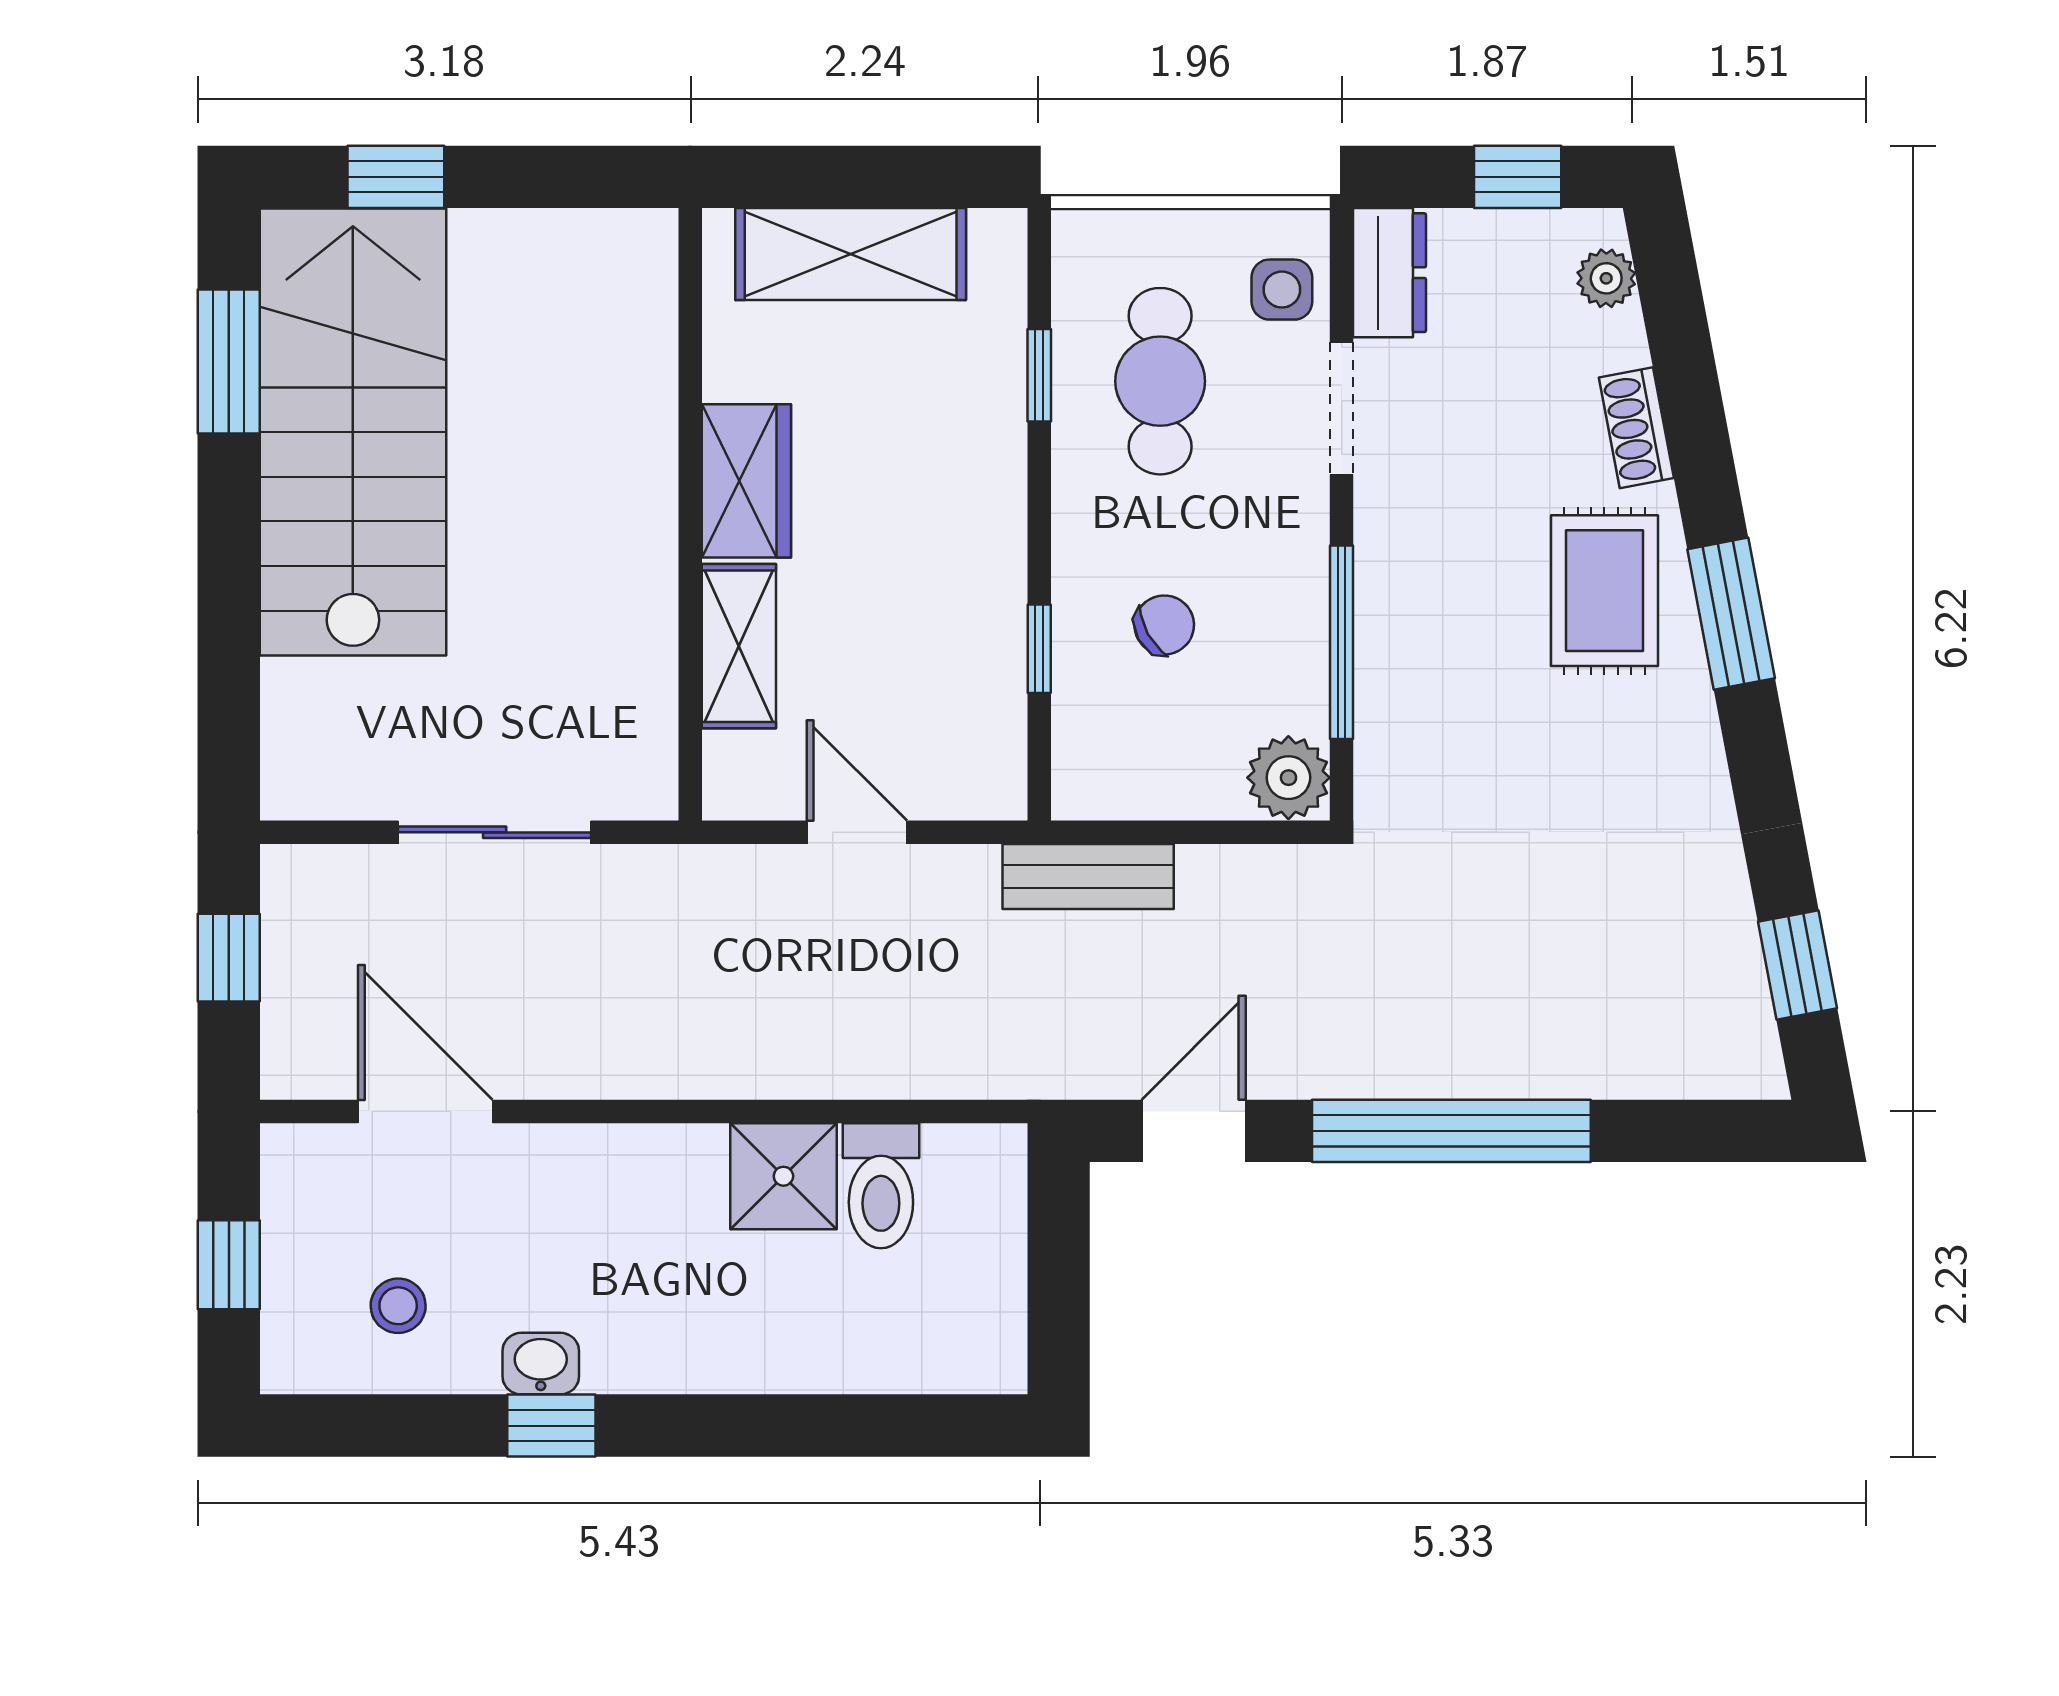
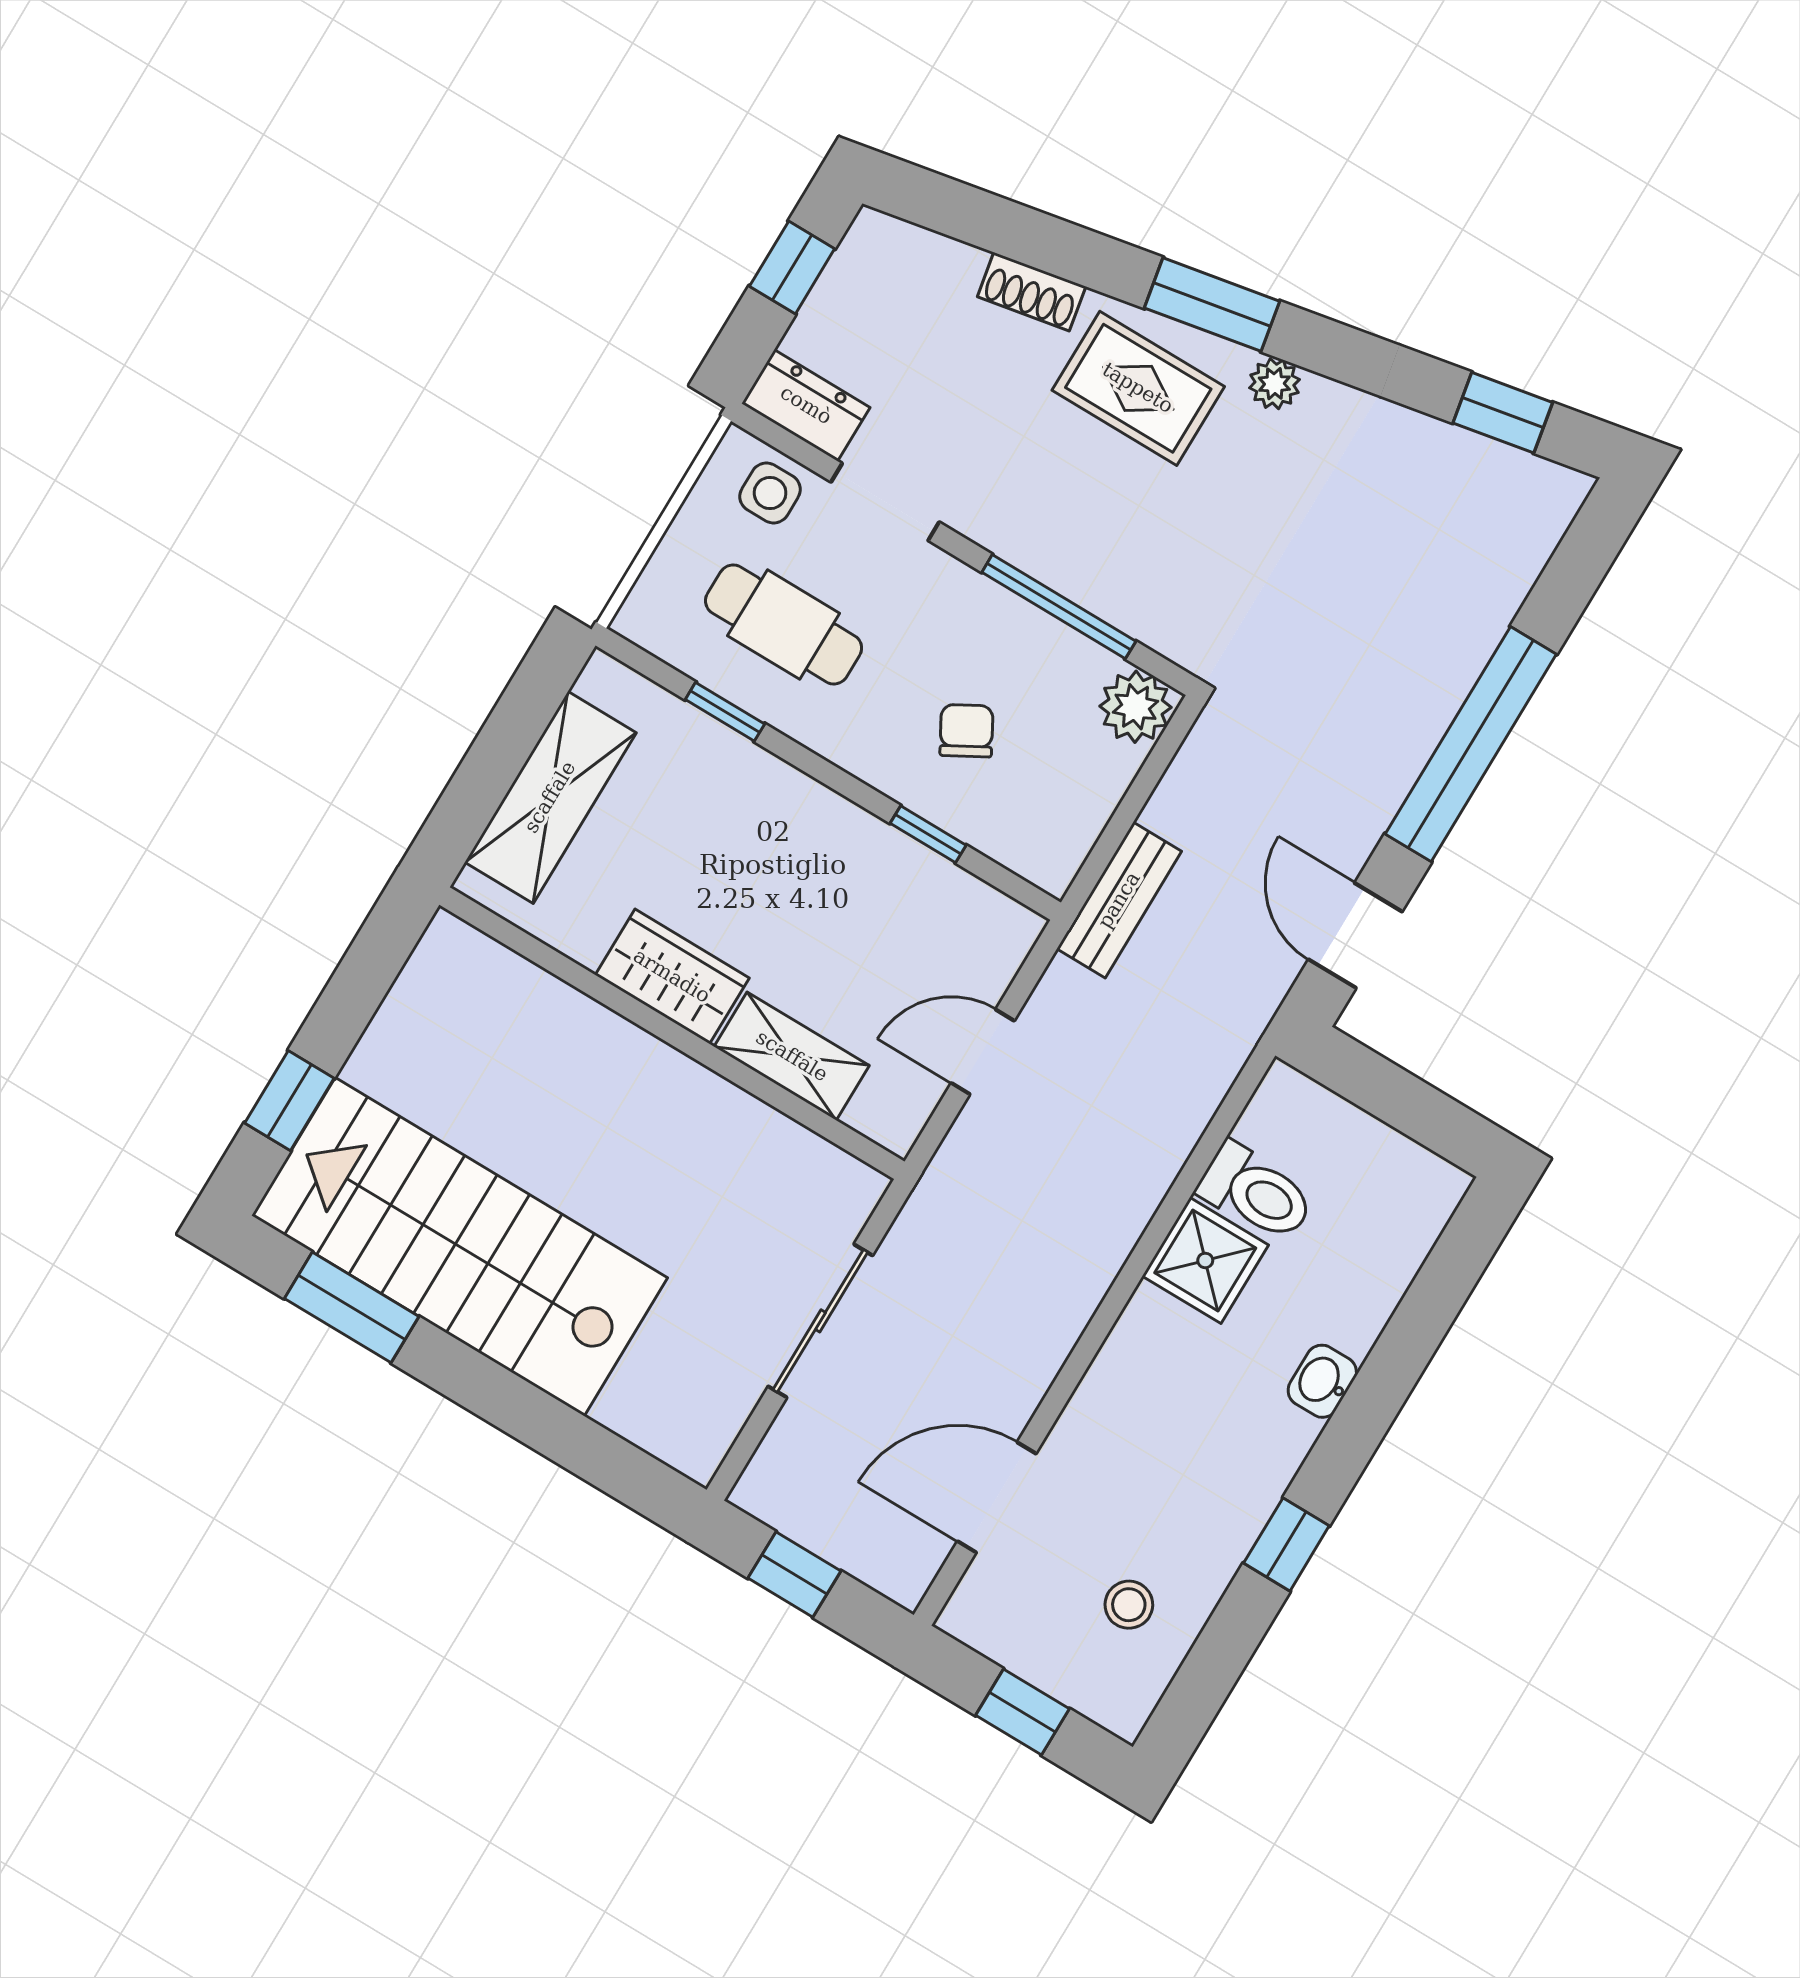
plant: (1606, 278) -> (1274, 384), moved
washbasin: (541, 1364) -> (1322, 1381), moved

